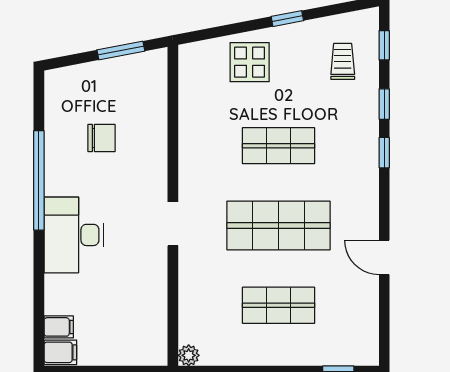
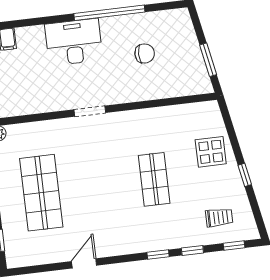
chair: (102, 138) -> (145, 53), turned -90
shop shelf: (279, 225) -> (98, 186), removed
shop shelf: (279, 305) -> (41, 193), width x1.43, depth x1.36

